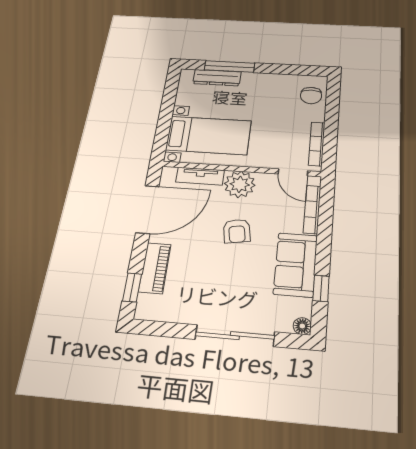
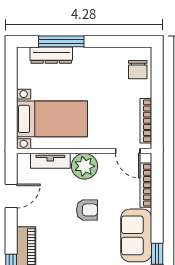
door: (147, 209) -> (11, 196), width x0.53
armchair: (237, 231) -> (87, 210), turned -79

